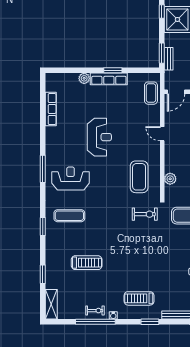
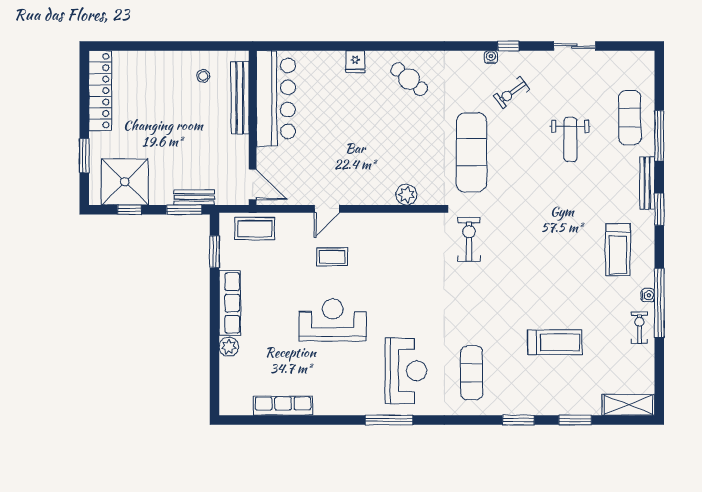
window: (162, 12) -> (129, 210), moved
window: (113, 70) -> (215, 252), moved
coffee table: (139, 177) -> (332, 257), moved, width x0.54, depth x0.58
reception desk: (71, 179) -> (406, 371), turned 180
window: (43, 226) -> (518, 420), moved
treadmill: (87, 263) -> (555, 342), turned 90
window: (95, 322) -> (659, 303), moved
window: (150, 322) -> (659, 209), moved

